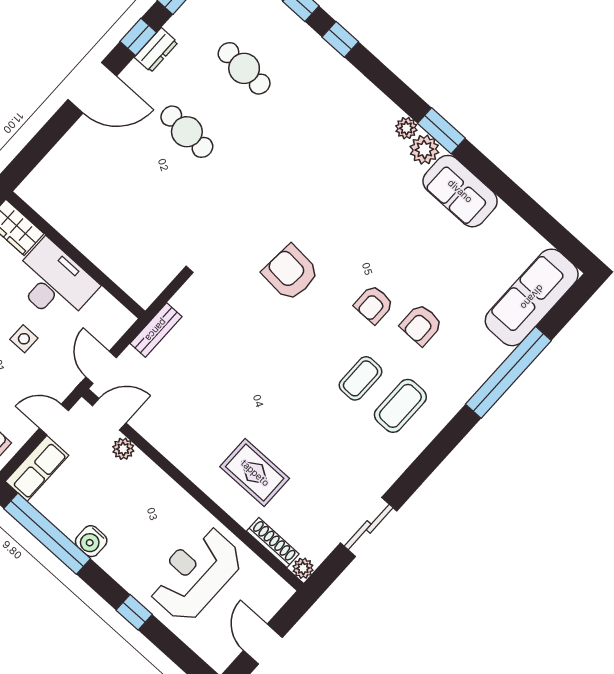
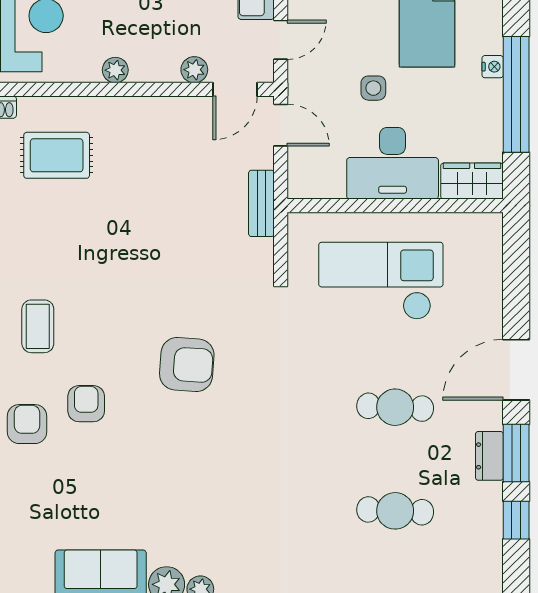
window: (138, 37) -> (516, 453), width x1.50
checkout: (126, 217) -> (381, 281), added
plant: (172, 492) -> (115, 70), added

